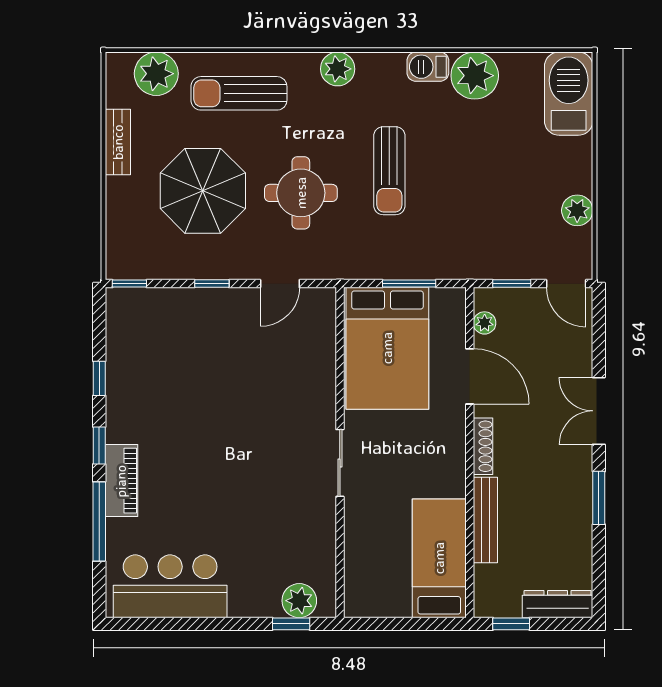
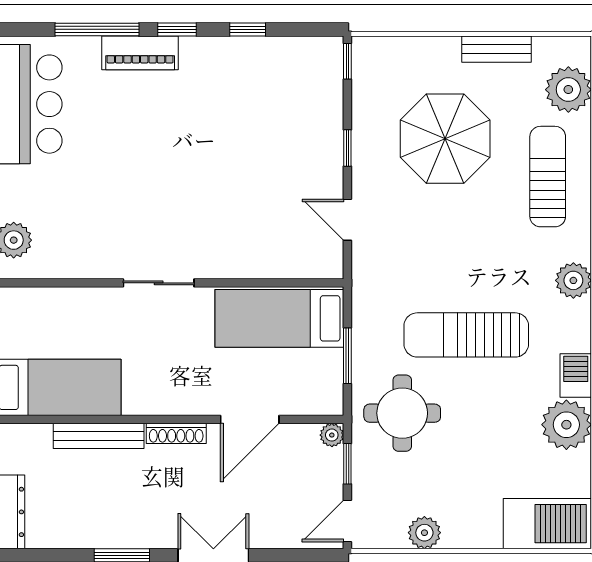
sun lounger: (389, 171) -> (466, 335), width x1.36, depth x1.34
round table: (301, 193) -> (402, 413), moved
plant: (485, 323) -> (332, 435), moved
bed: (387, 348) -> (279, 318), width x0.67

